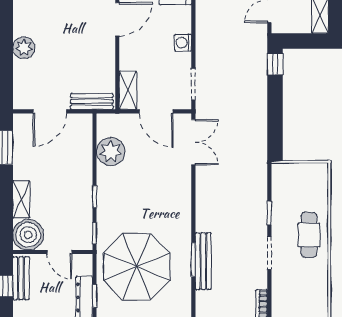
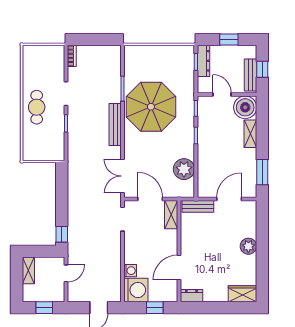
washing machine: (183, 43) -> (130, 271), moved
bench: (203, 261) -> (115, 125), moved
parasol: (137, 267) -> (151, 107), moved

